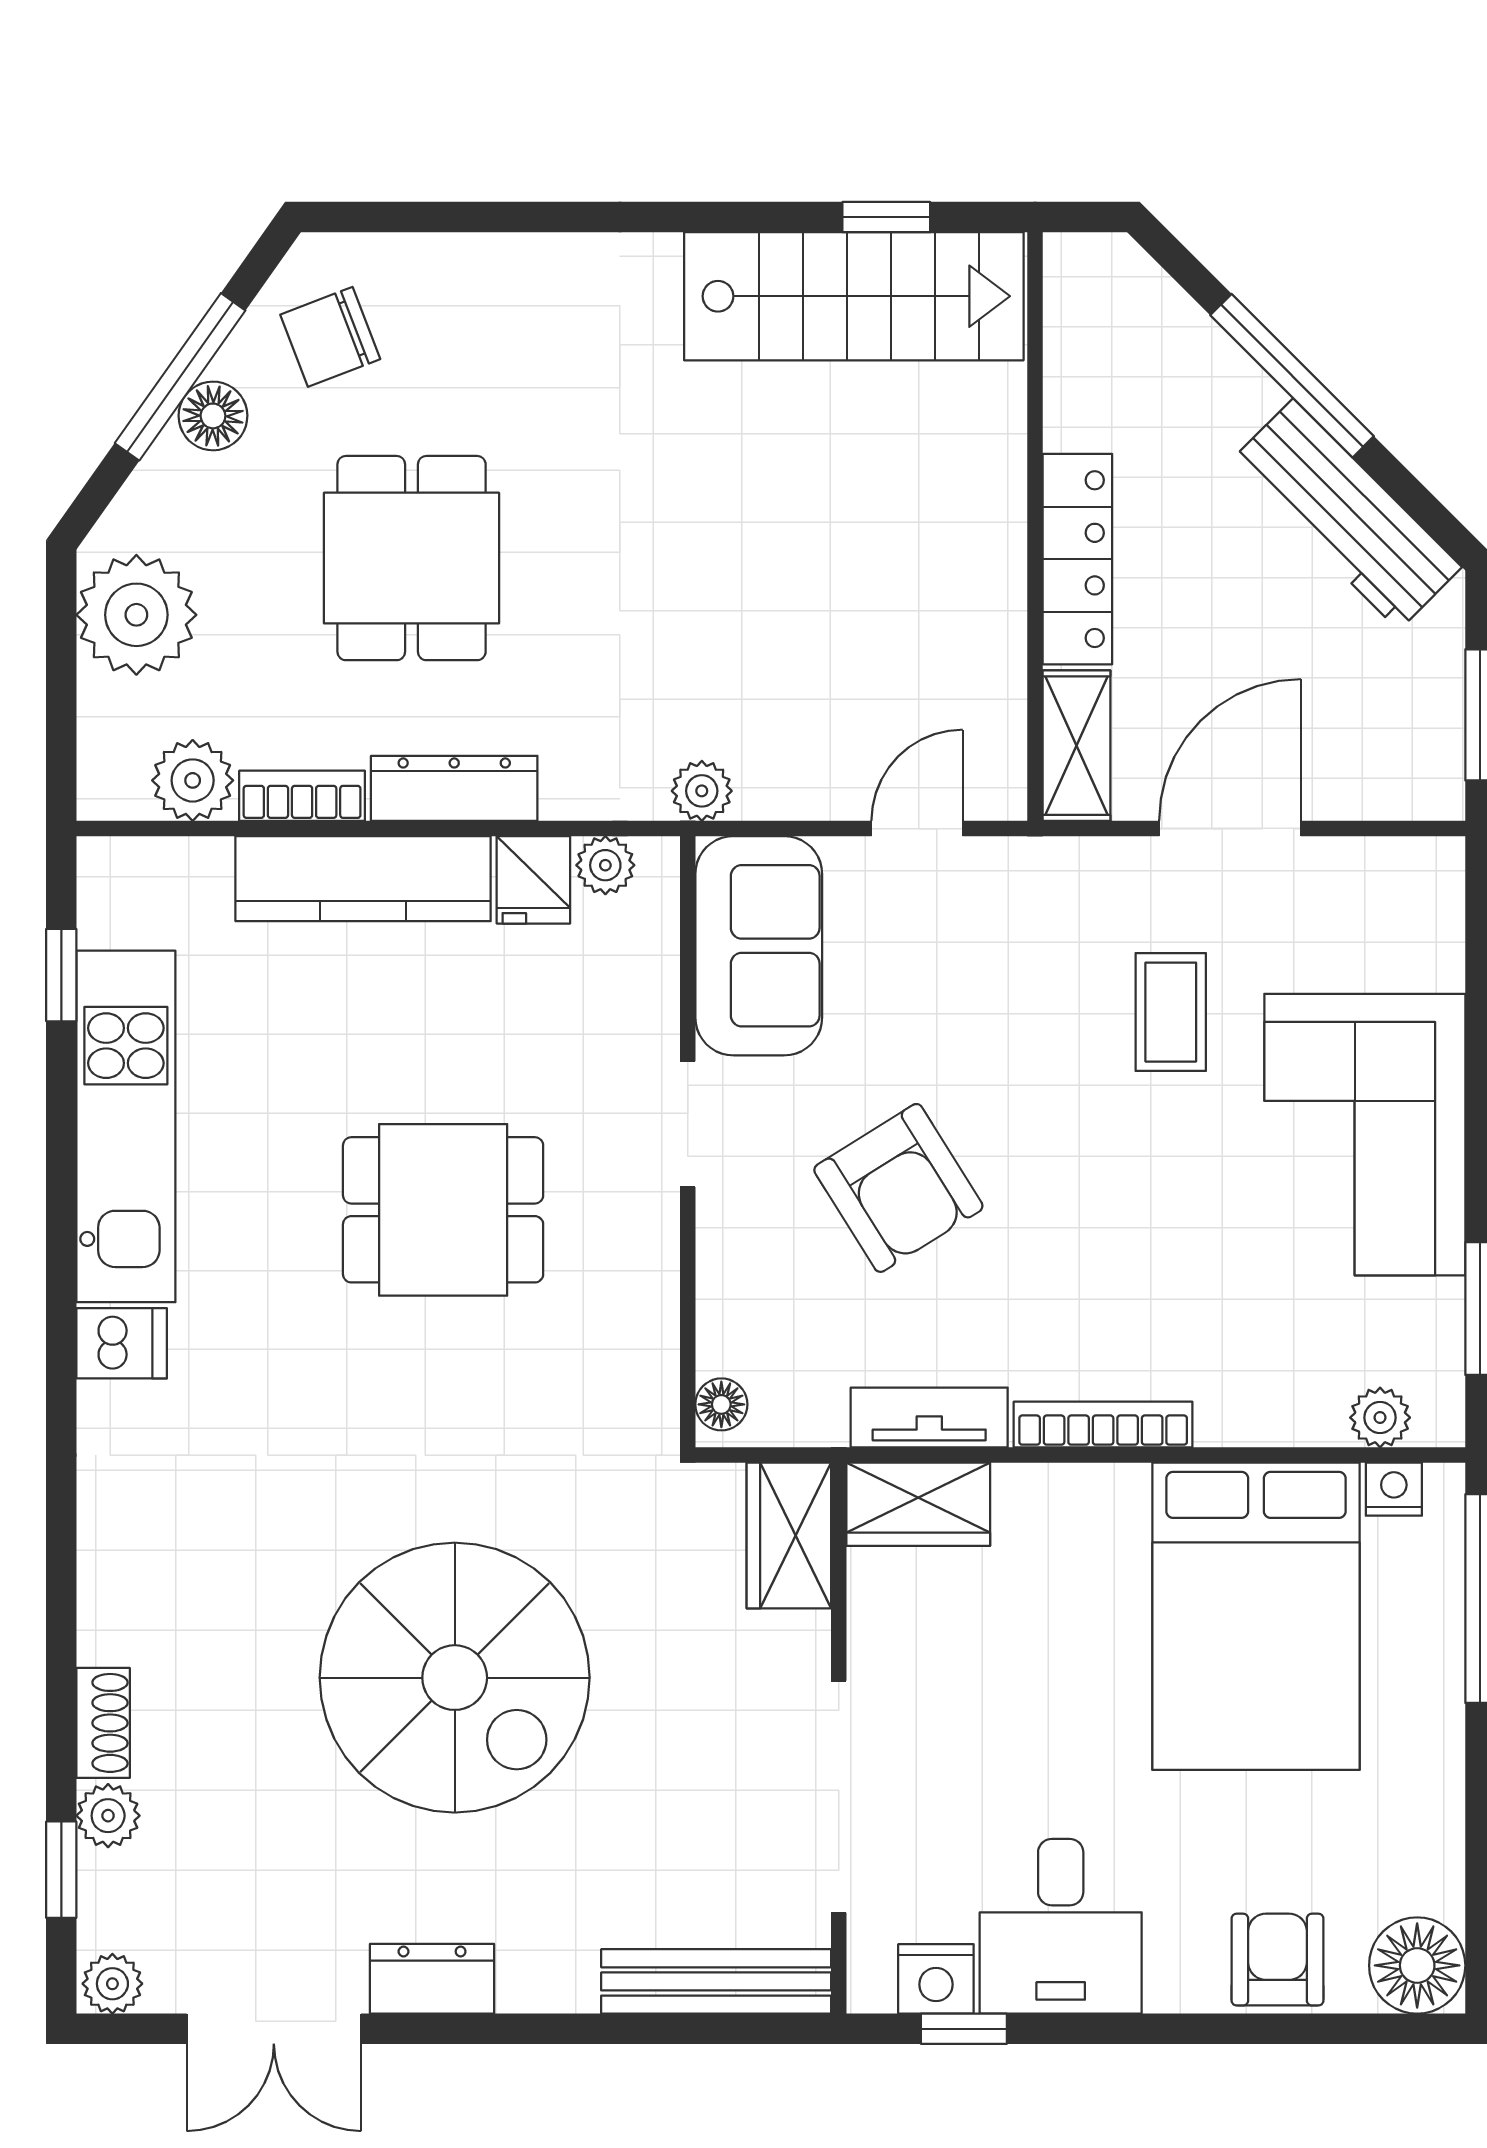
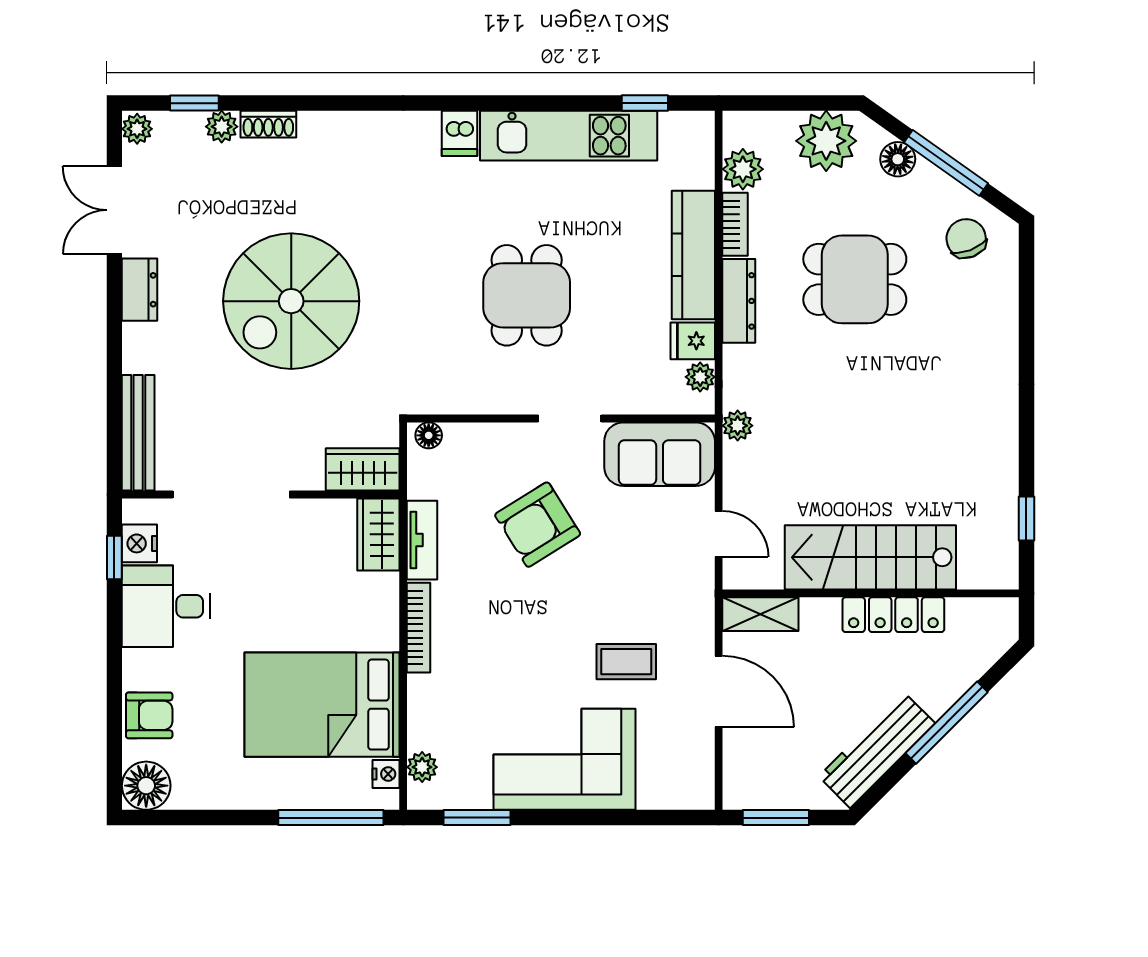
stairs: (854, 296) -> (870, 557), moved, turned 90
floor lamp: (213, 416) -> (898, 159), moved
locker: (1077, 559) -> (893, 615), moved

